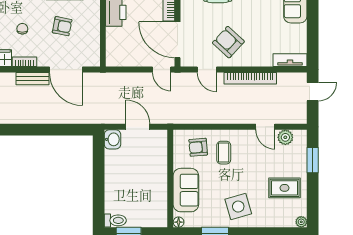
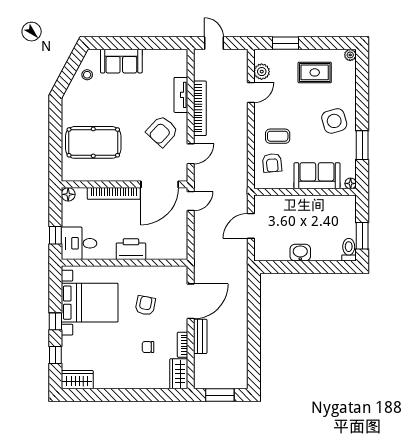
tv unit: (290, 60) -> (181, 95), moved
washbasin: (112, 139) -> (300, 253), moved
rug: (285, 188) -> (315, 72), turned 90

